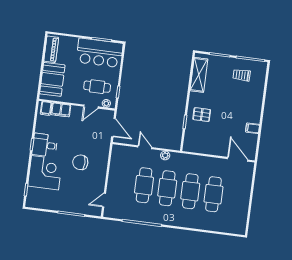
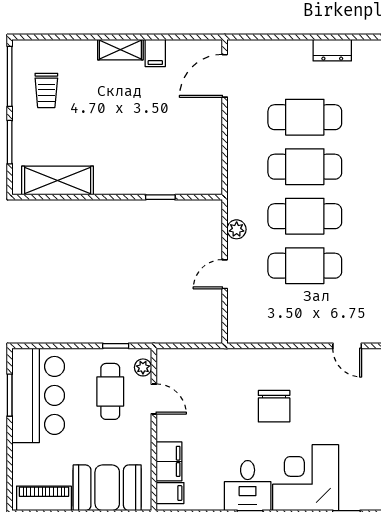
shelving: (256, 112) -> (120, 50), added
pallet: (202, 115) -> (140, 164), removed
door: (113, 128) -> (192, 346), removed
dresser: (243, 211) -> (332, 50), added

